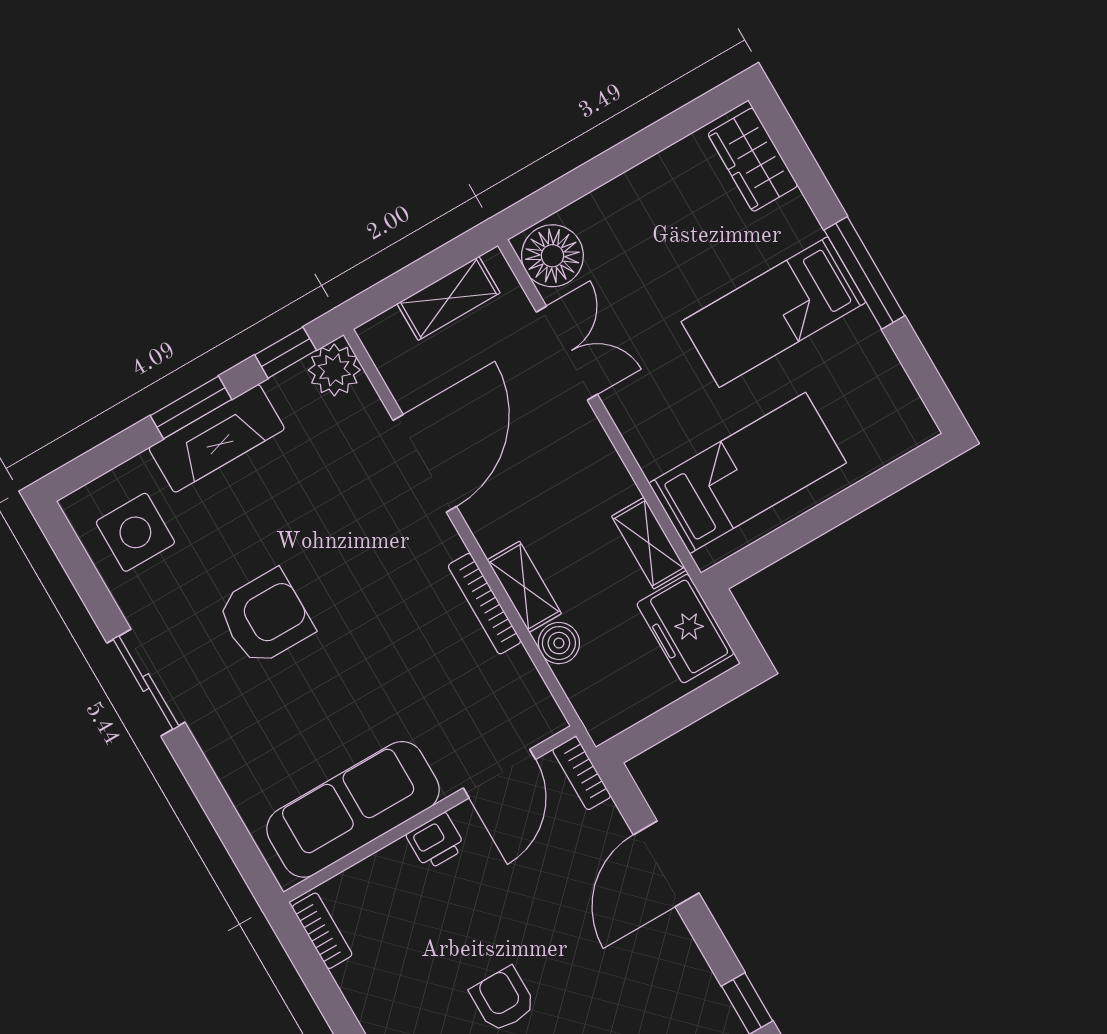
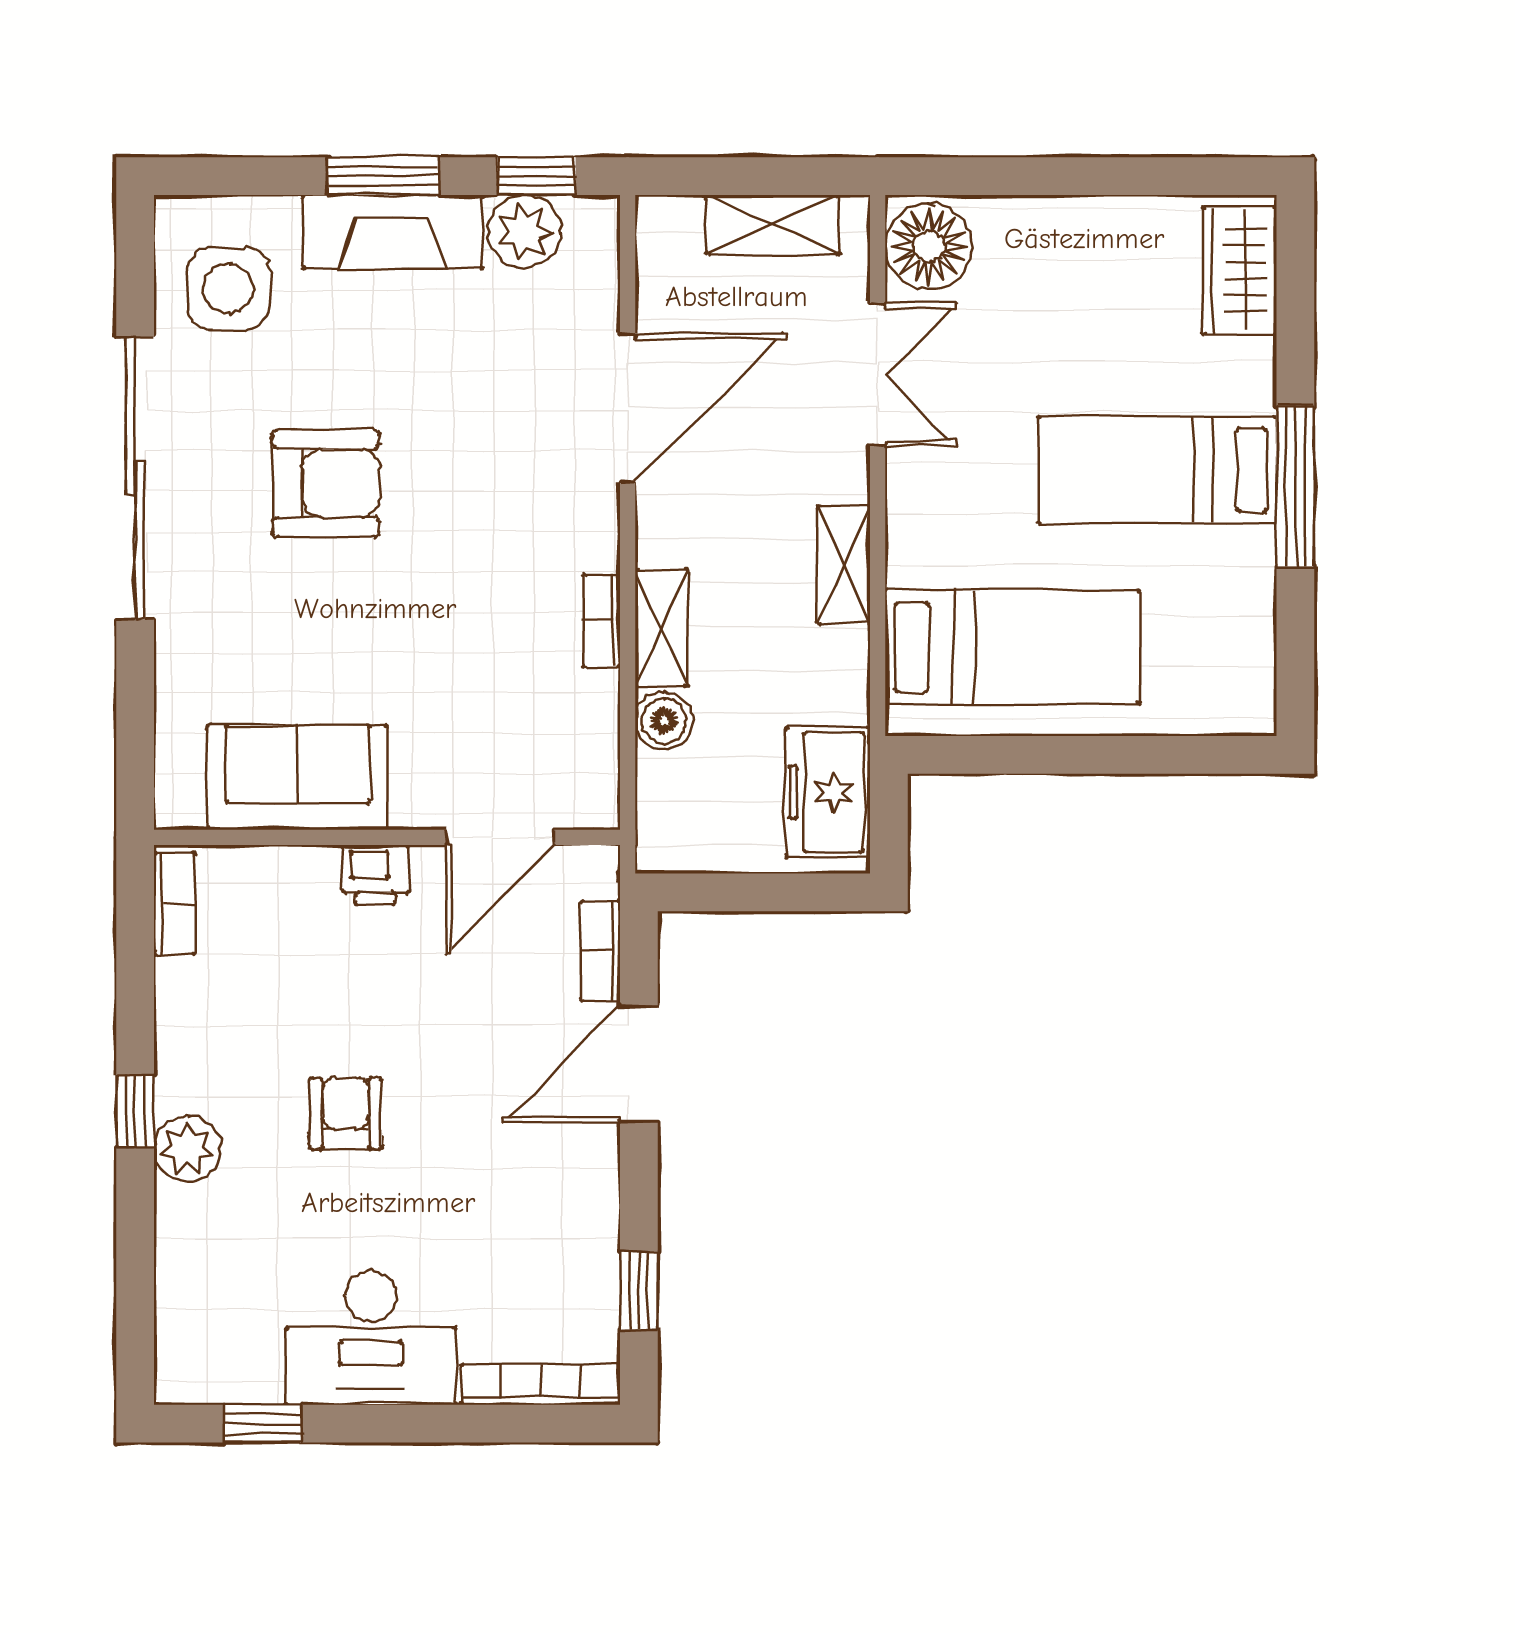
plant: (334, 370) -> (524, 231), moved
shelving: (649, 543) -> (844, 564), moved
bookcase: (485, 604) -> (602, 621), width x0.64
sliding door: (146, 683) -> (135, 478), width x1.86
bookcase: (582, 773) -> (600, 951), moved
sofa: (353, 809) -> (297, 778), width x0.73

